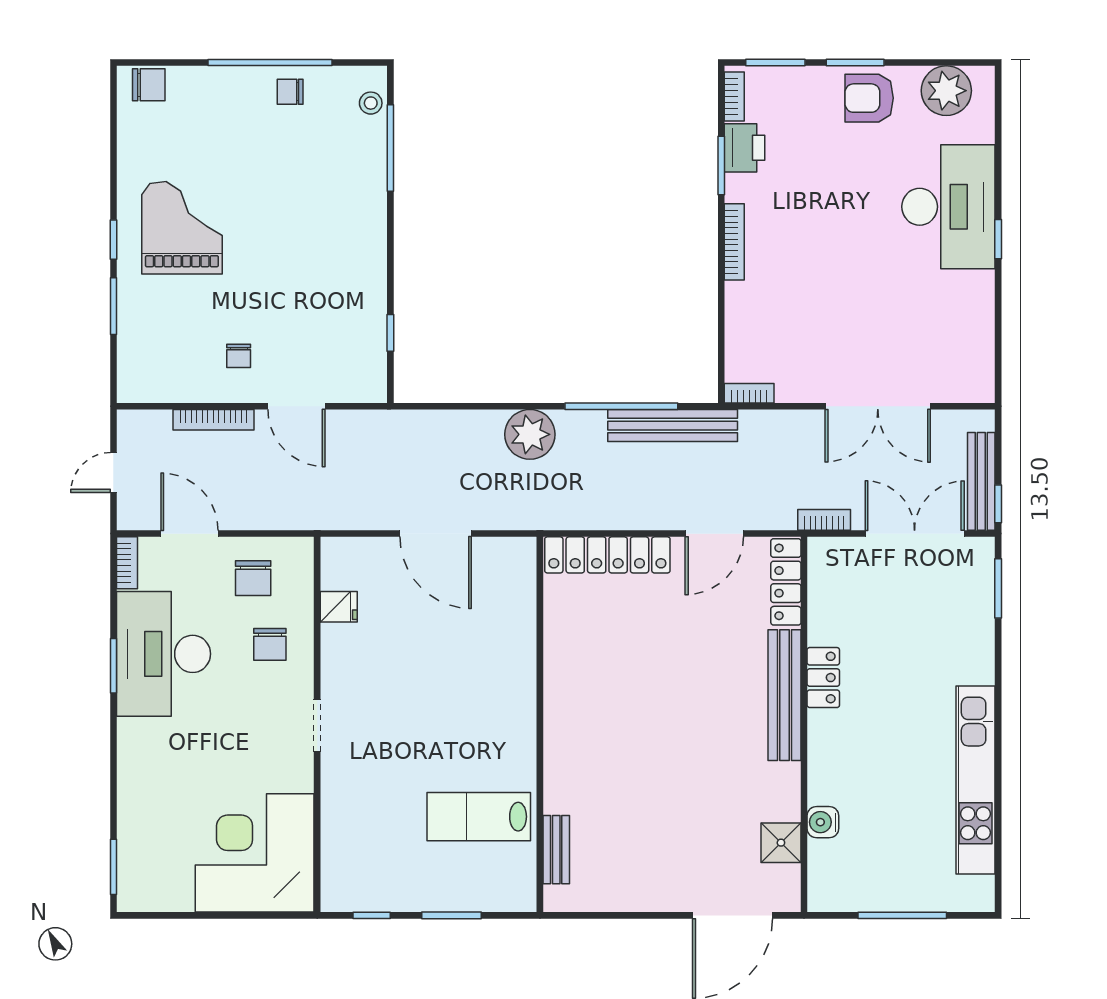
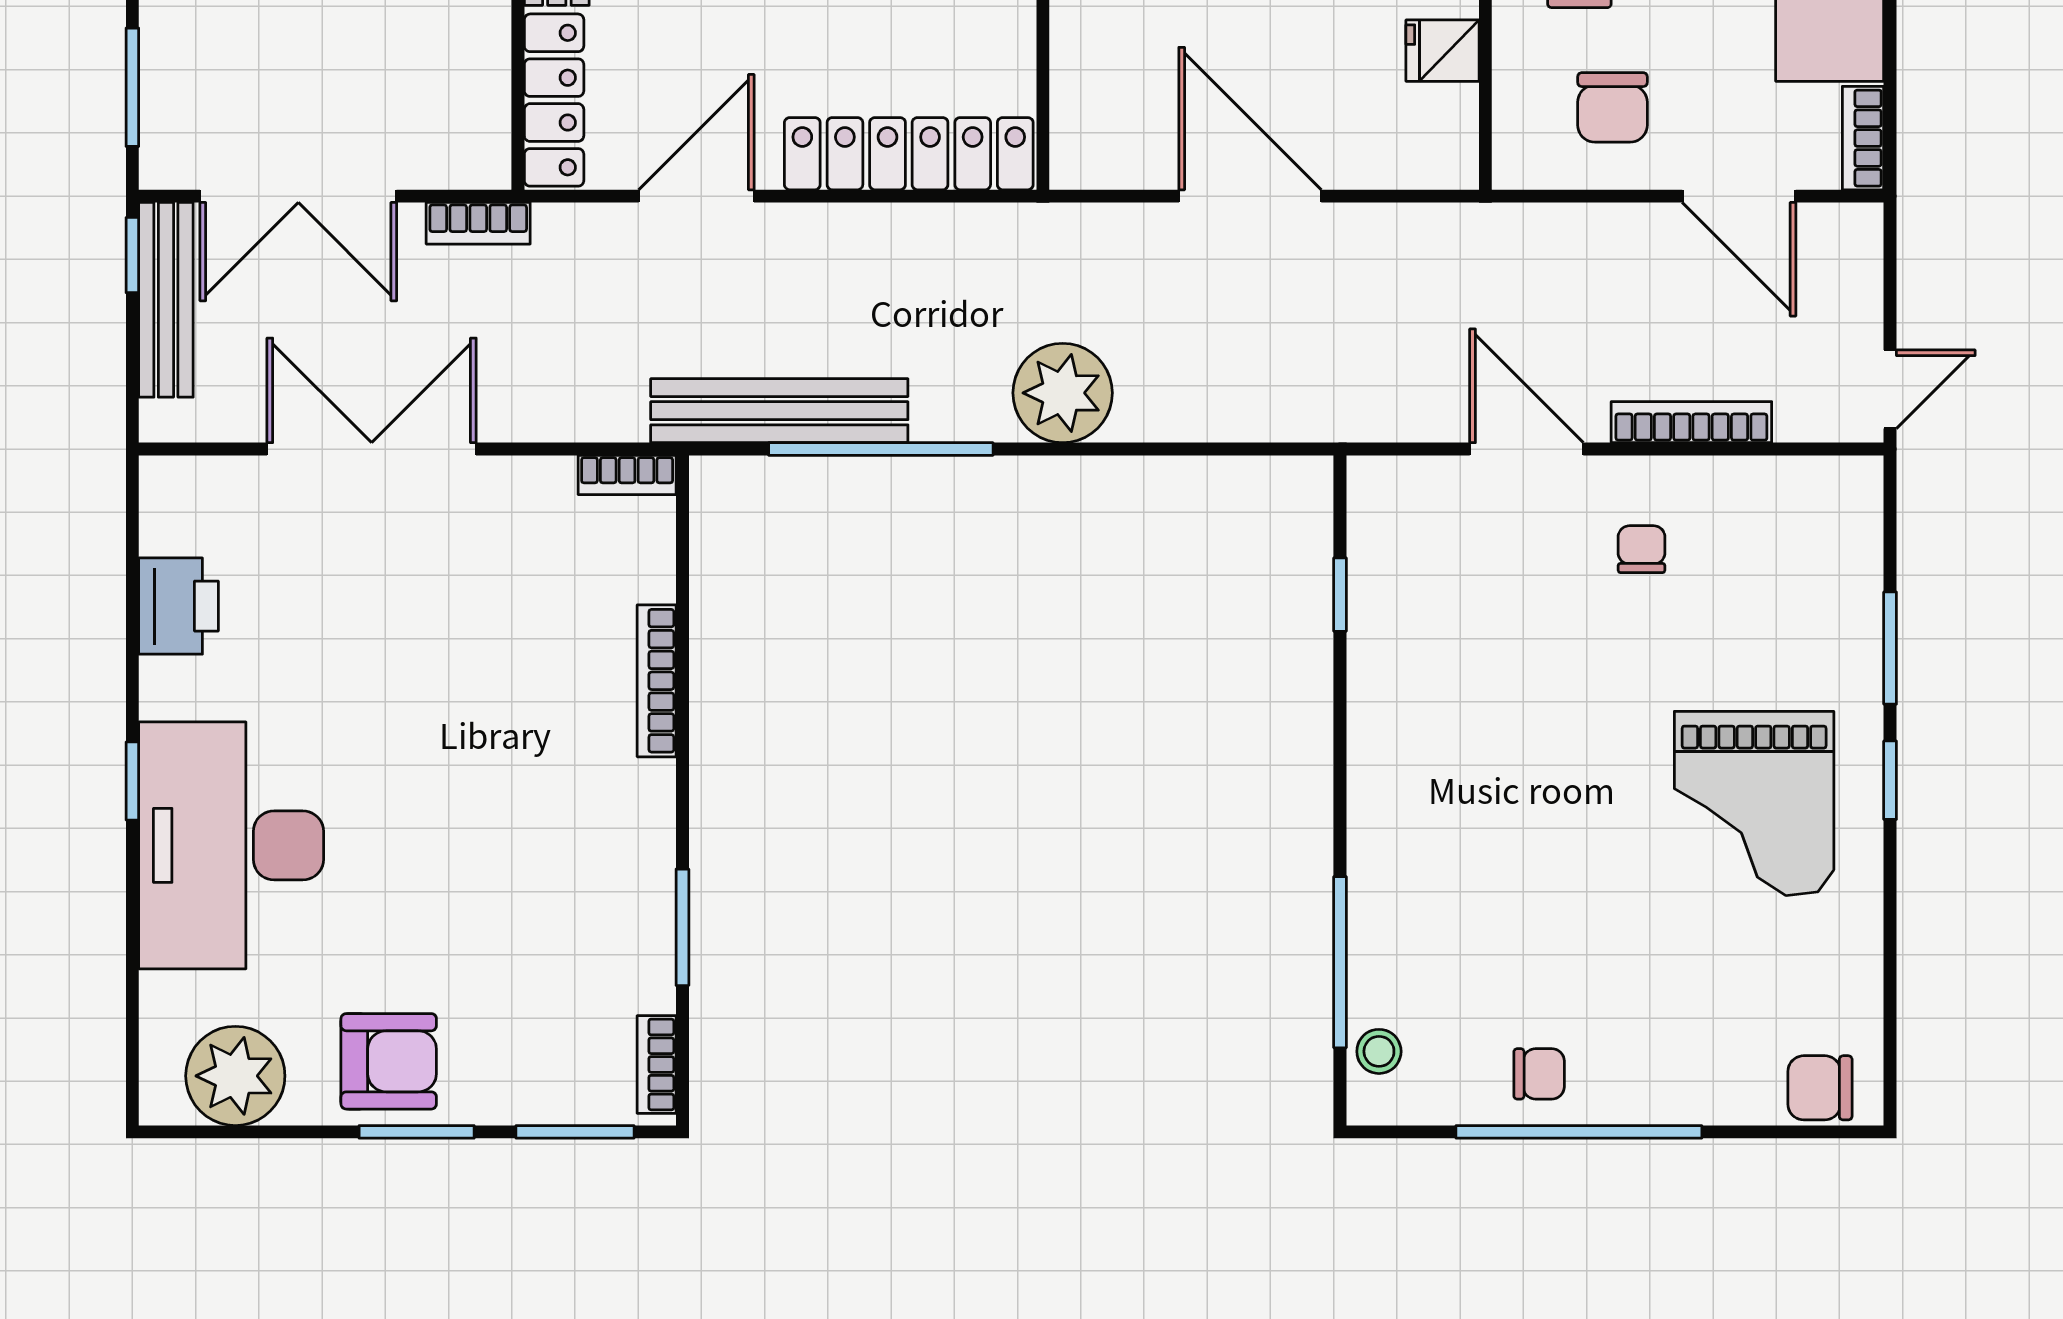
printer: (745, 148) -> (179, 606), moved, turned 180
bookcase: (734, 242) -> (657, 681), moved
door: (113, 473) -> (1890, 389), moved
chair: (253, 578) -> (1612, 107), turned 180

